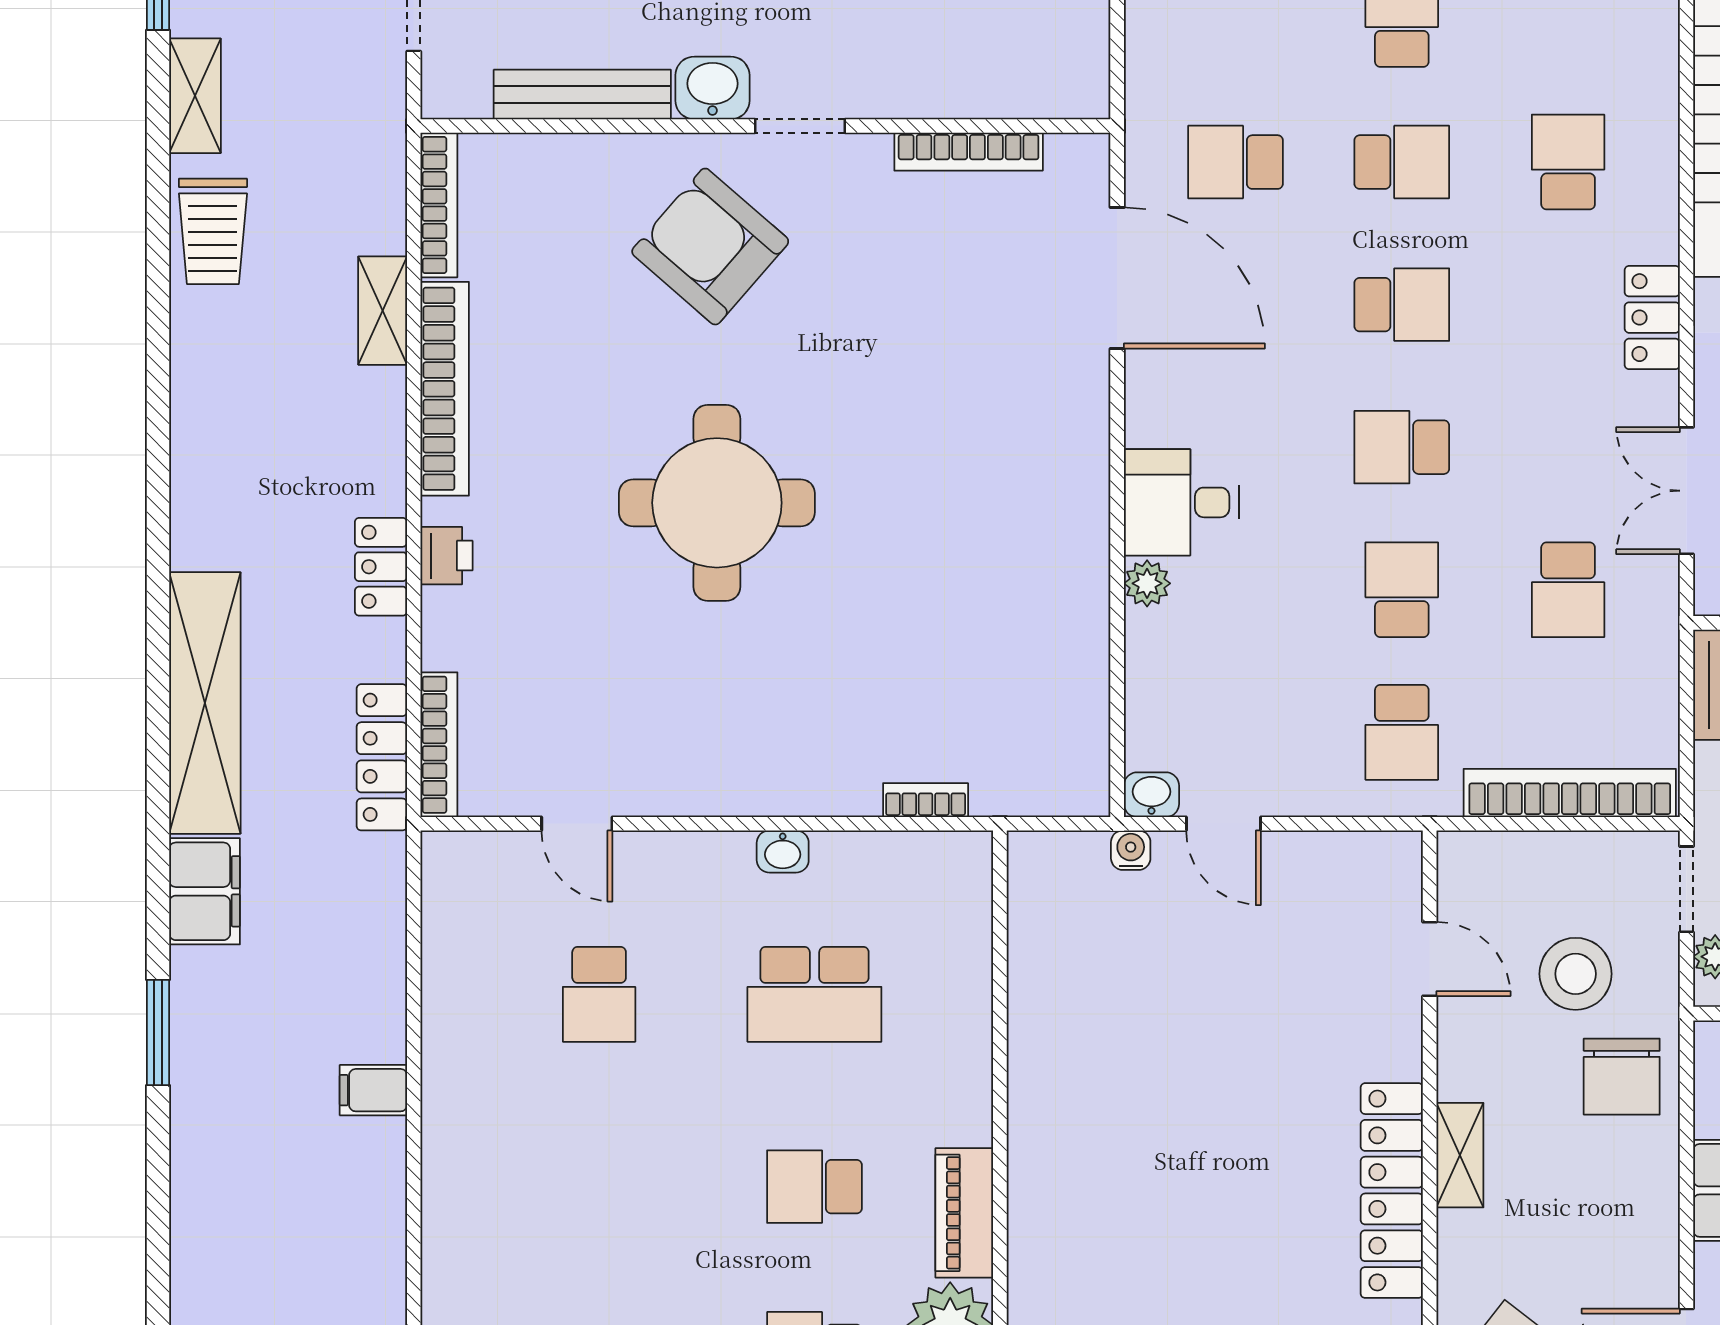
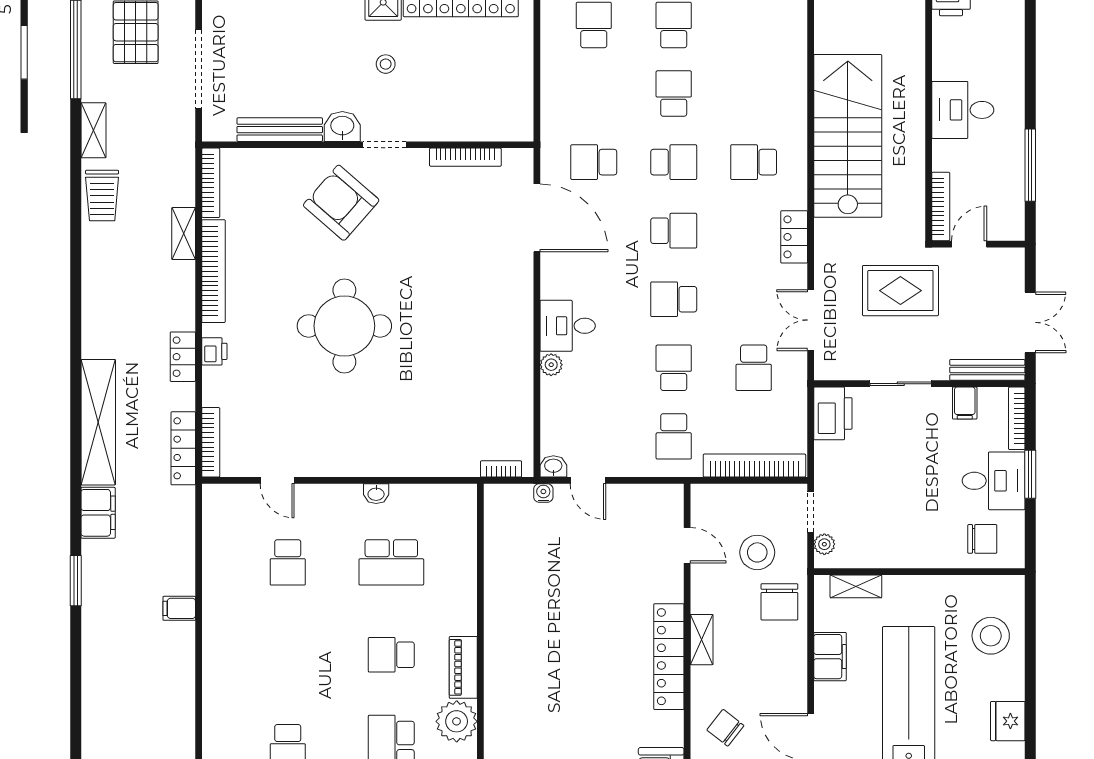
school desk: (1568, 162) -> (754, 162), turned -90
bookcase: (926, 800) -> (501, 469), moved

